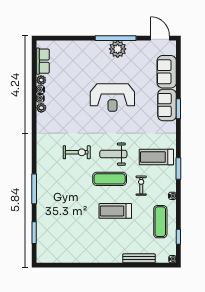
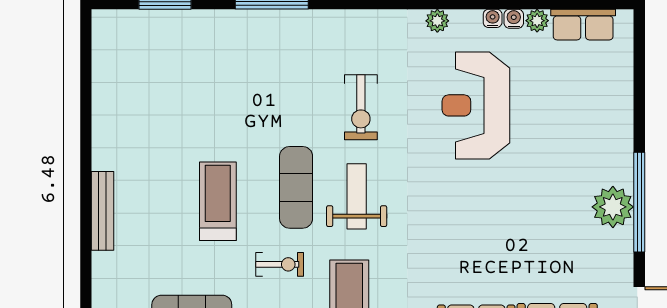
reception desk: (112, 97) -> (476, 105), moved
plant: (41, 108) -> (437, 21), moved
bench: (139, 258) -> (102, 211), moved

